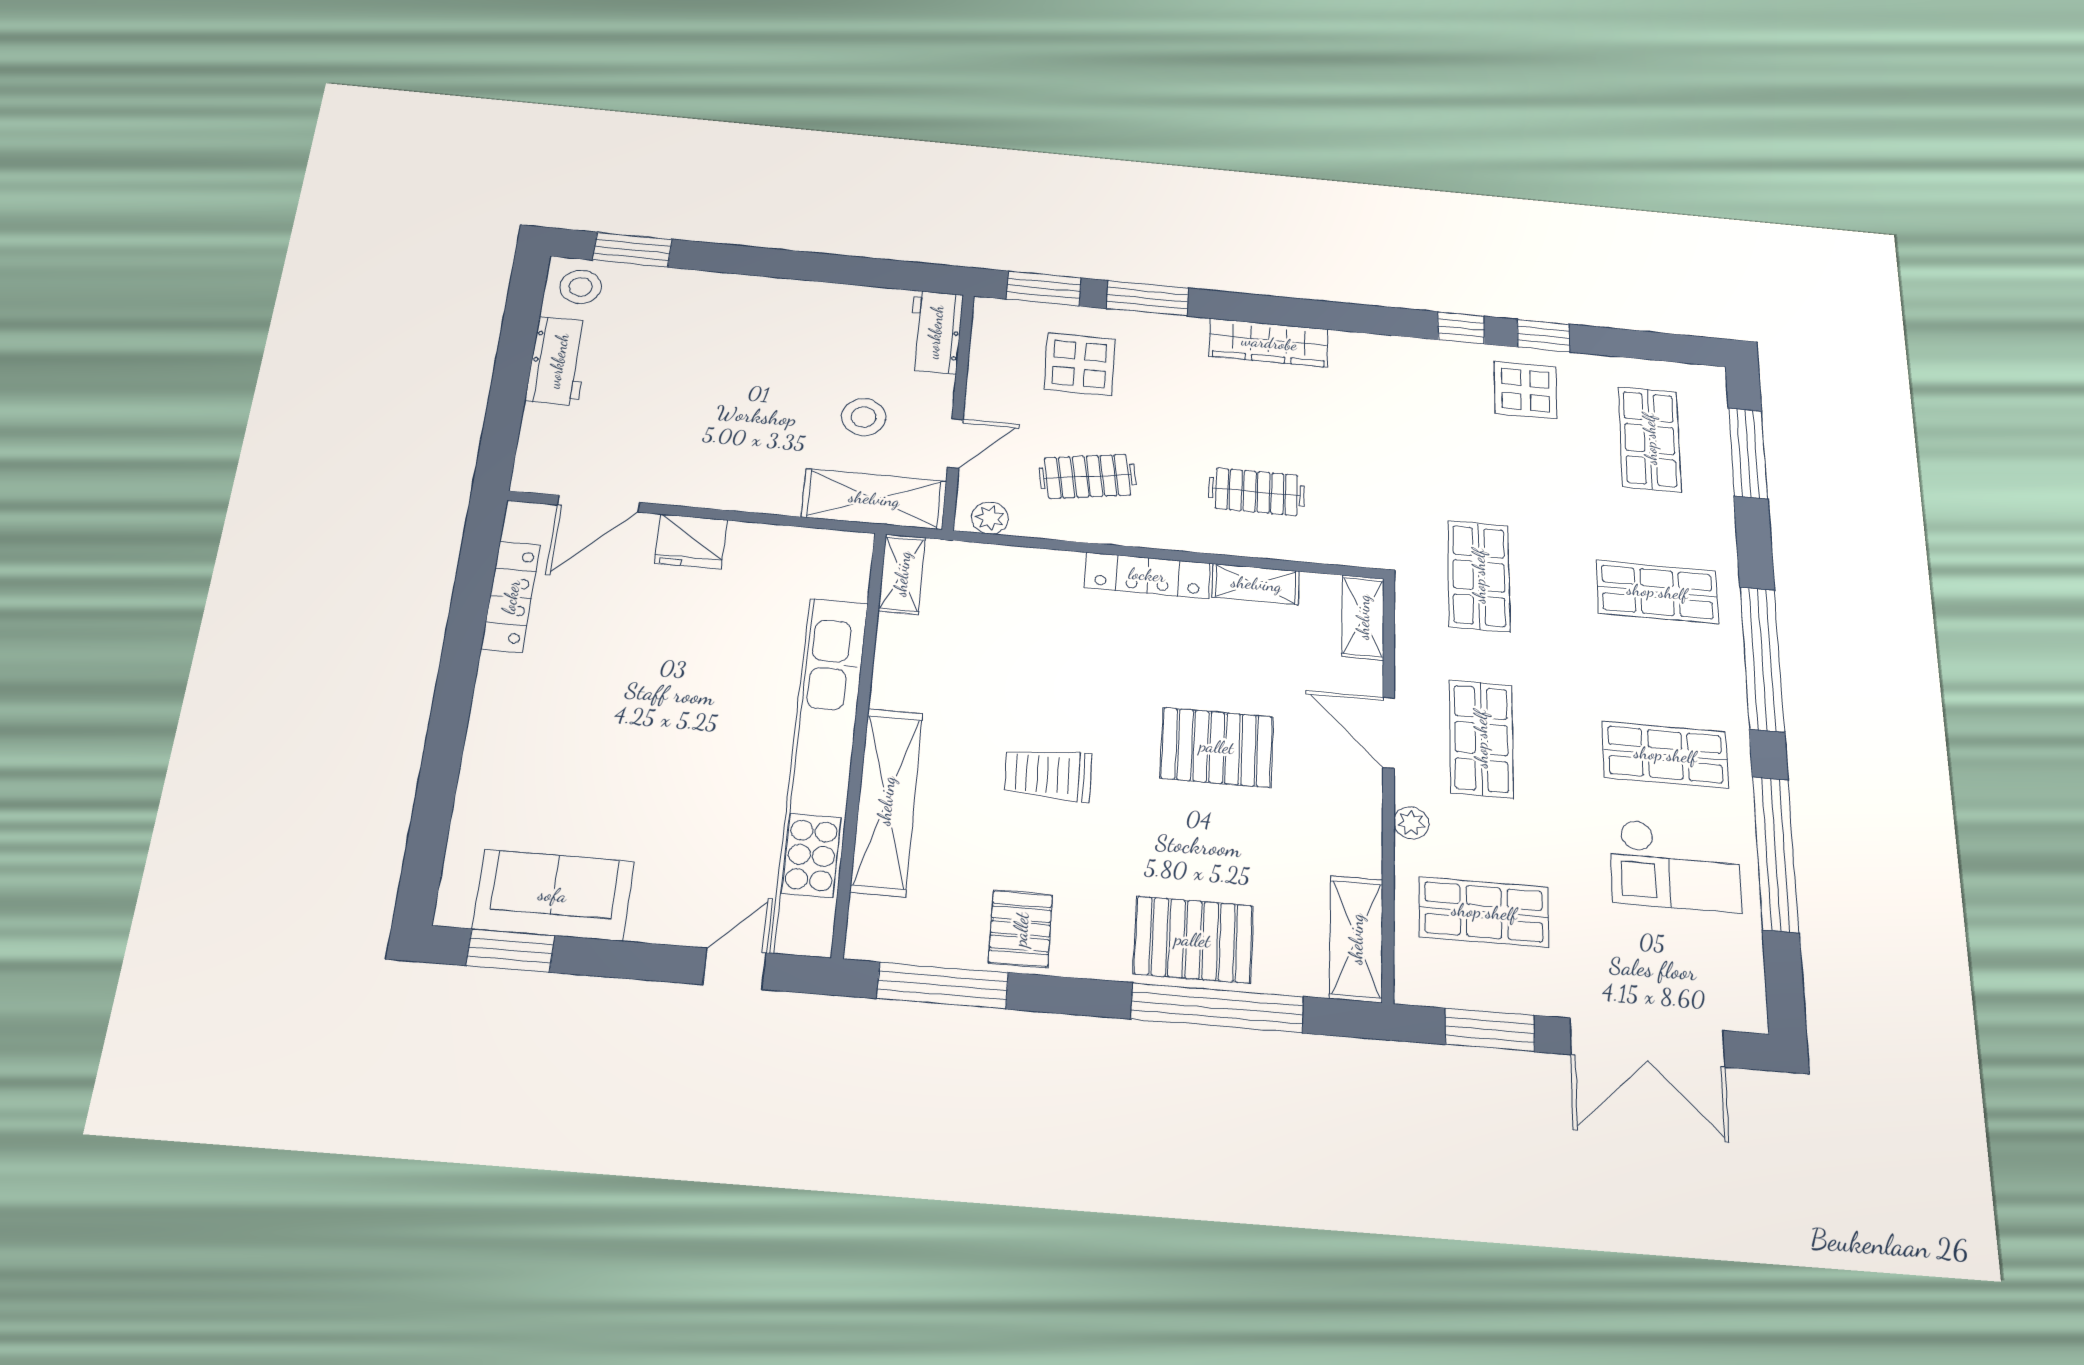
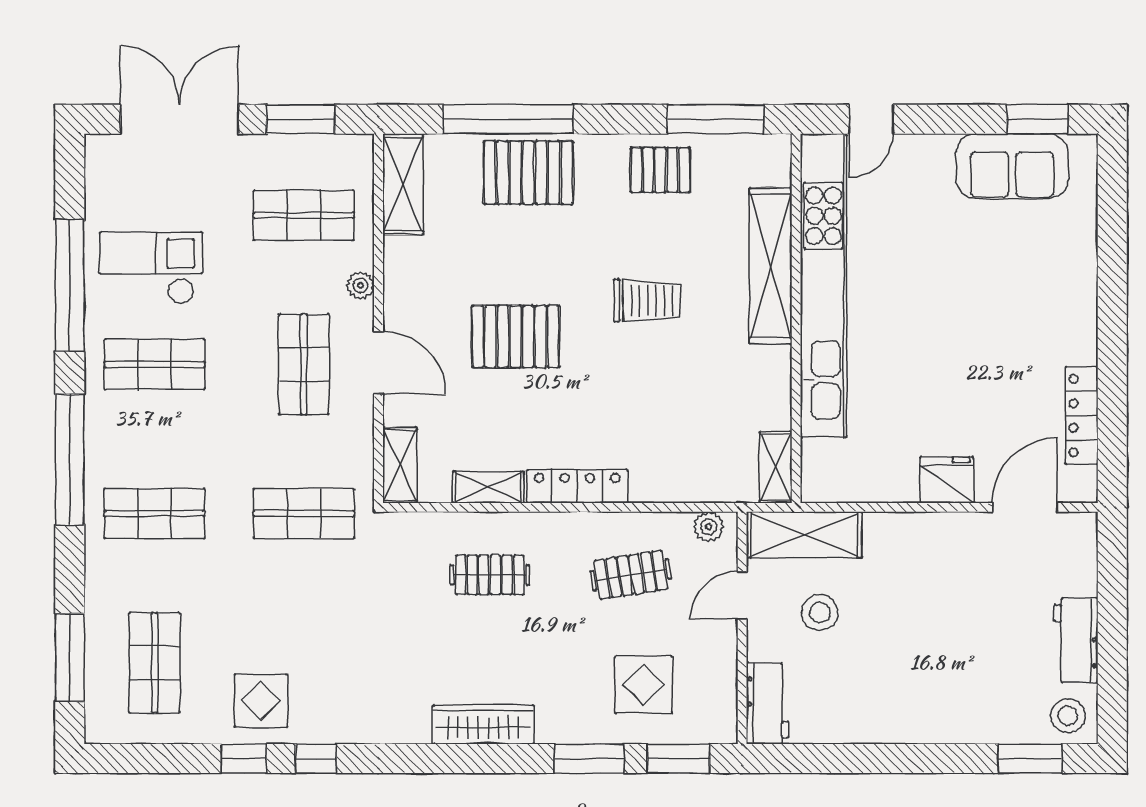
shop shelf: (1479, 576) -> (304, 514), turned 90
pallet: (1021, 929) -> (660, 170), turned 90

